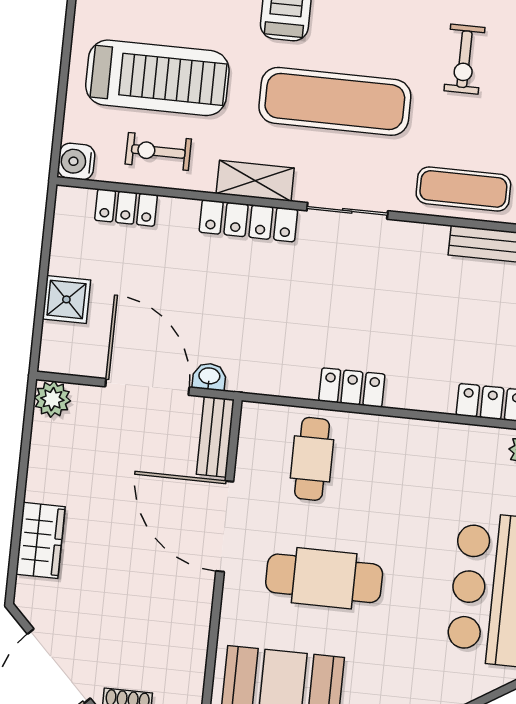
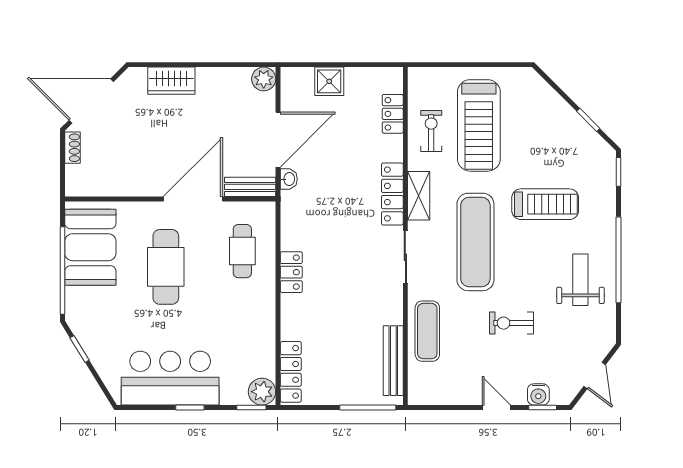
water cooler: (76, 162) -> (419, 78), removed
cafe table: (312, 459) -> (242, 251), turned 90

